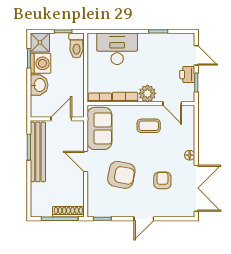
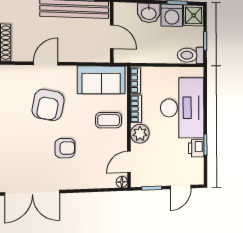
desk: (117, 49) -> (182, 108), width x1.36, depth x1.30
printer: (187, 75) -> (196, 148), moved, turned -90
coffee table: (149, 126) -> (109, 120), moved, turned 90
floor lamp: (190, 155) -> (122, 182), moved
door: (86, 162) -> (46, 63), moved
armchair: (162, 180) -> (65, 148), moved

